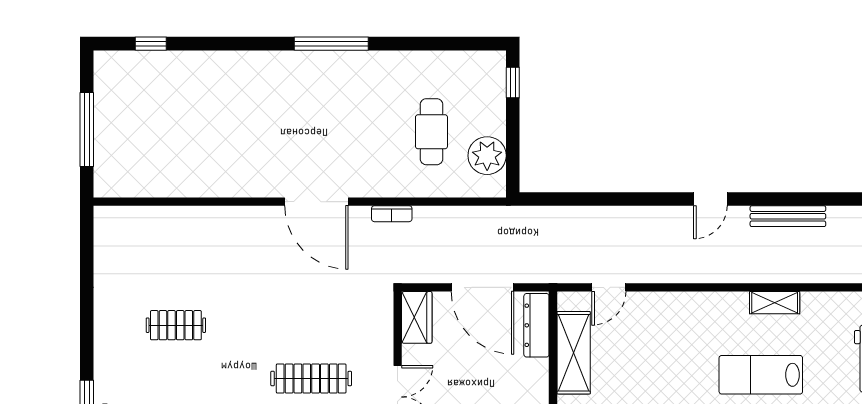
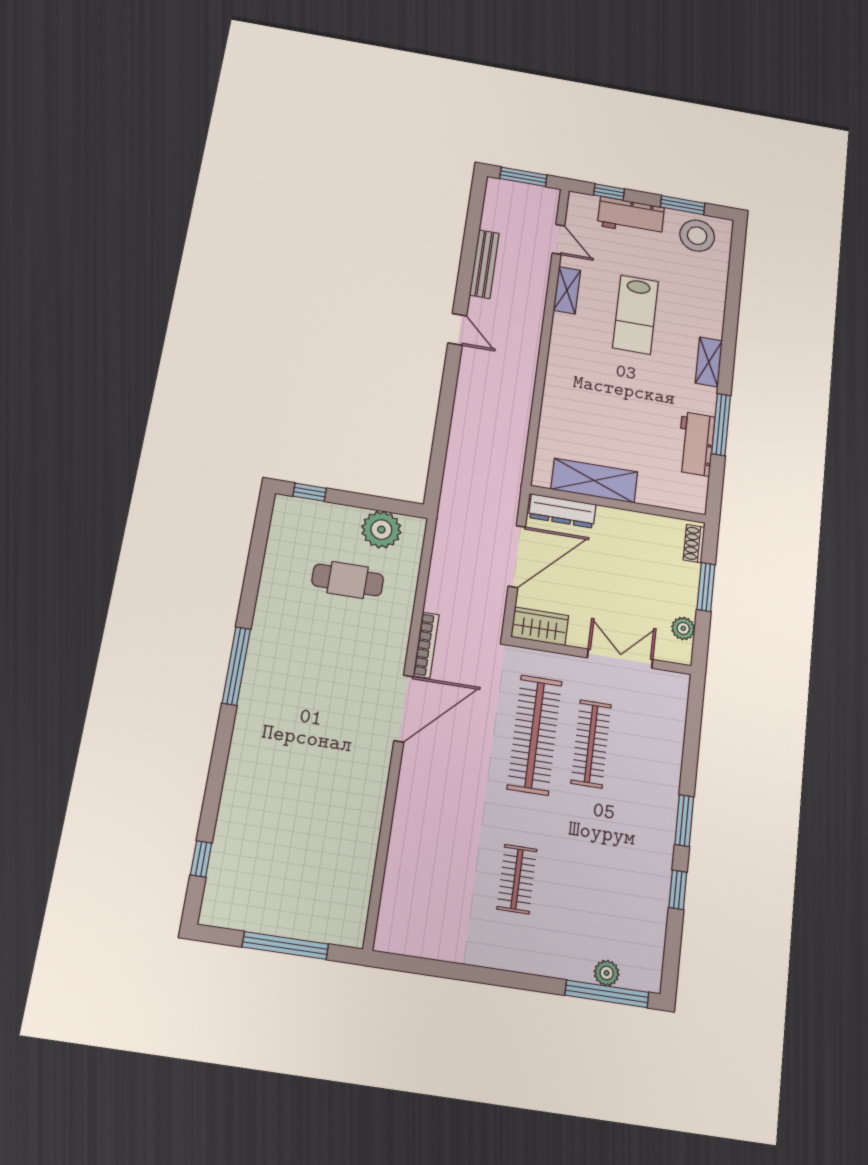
bookcase: (392, 214) -> (426, 645), width x1.56
door: (609, 287) -> (558, 239), moved
clothes rail: (311, 325) -> (535, 735), added

